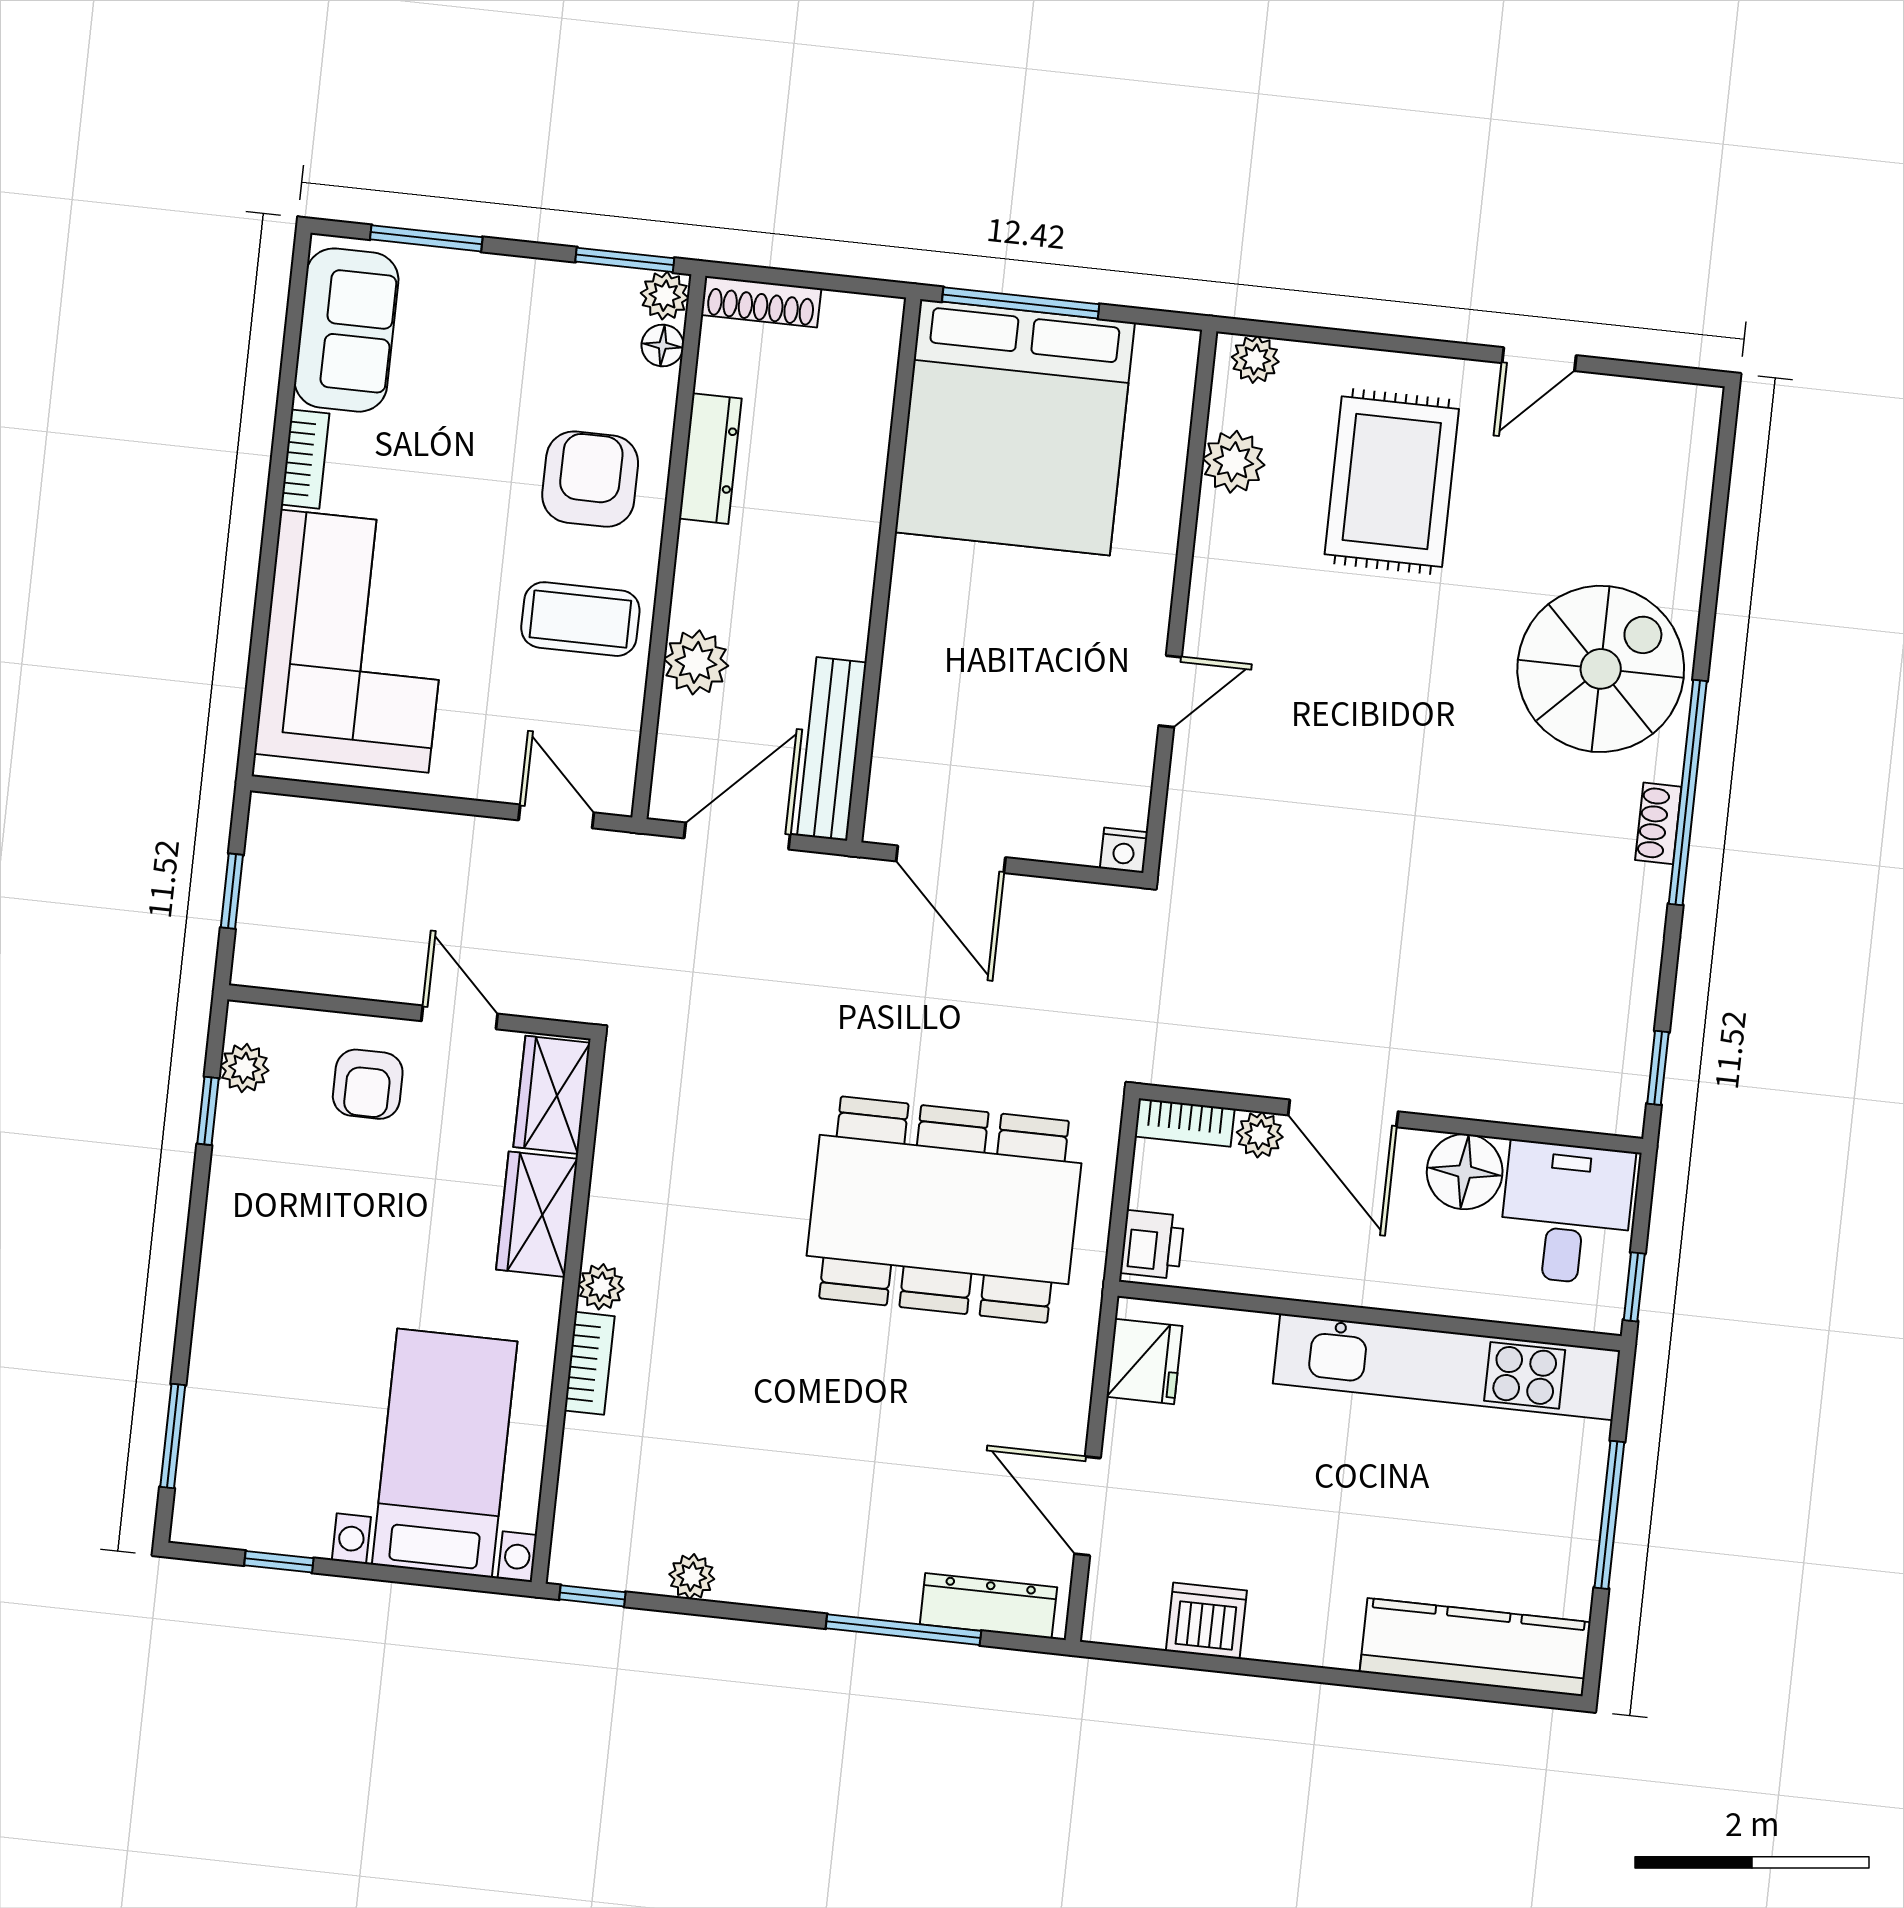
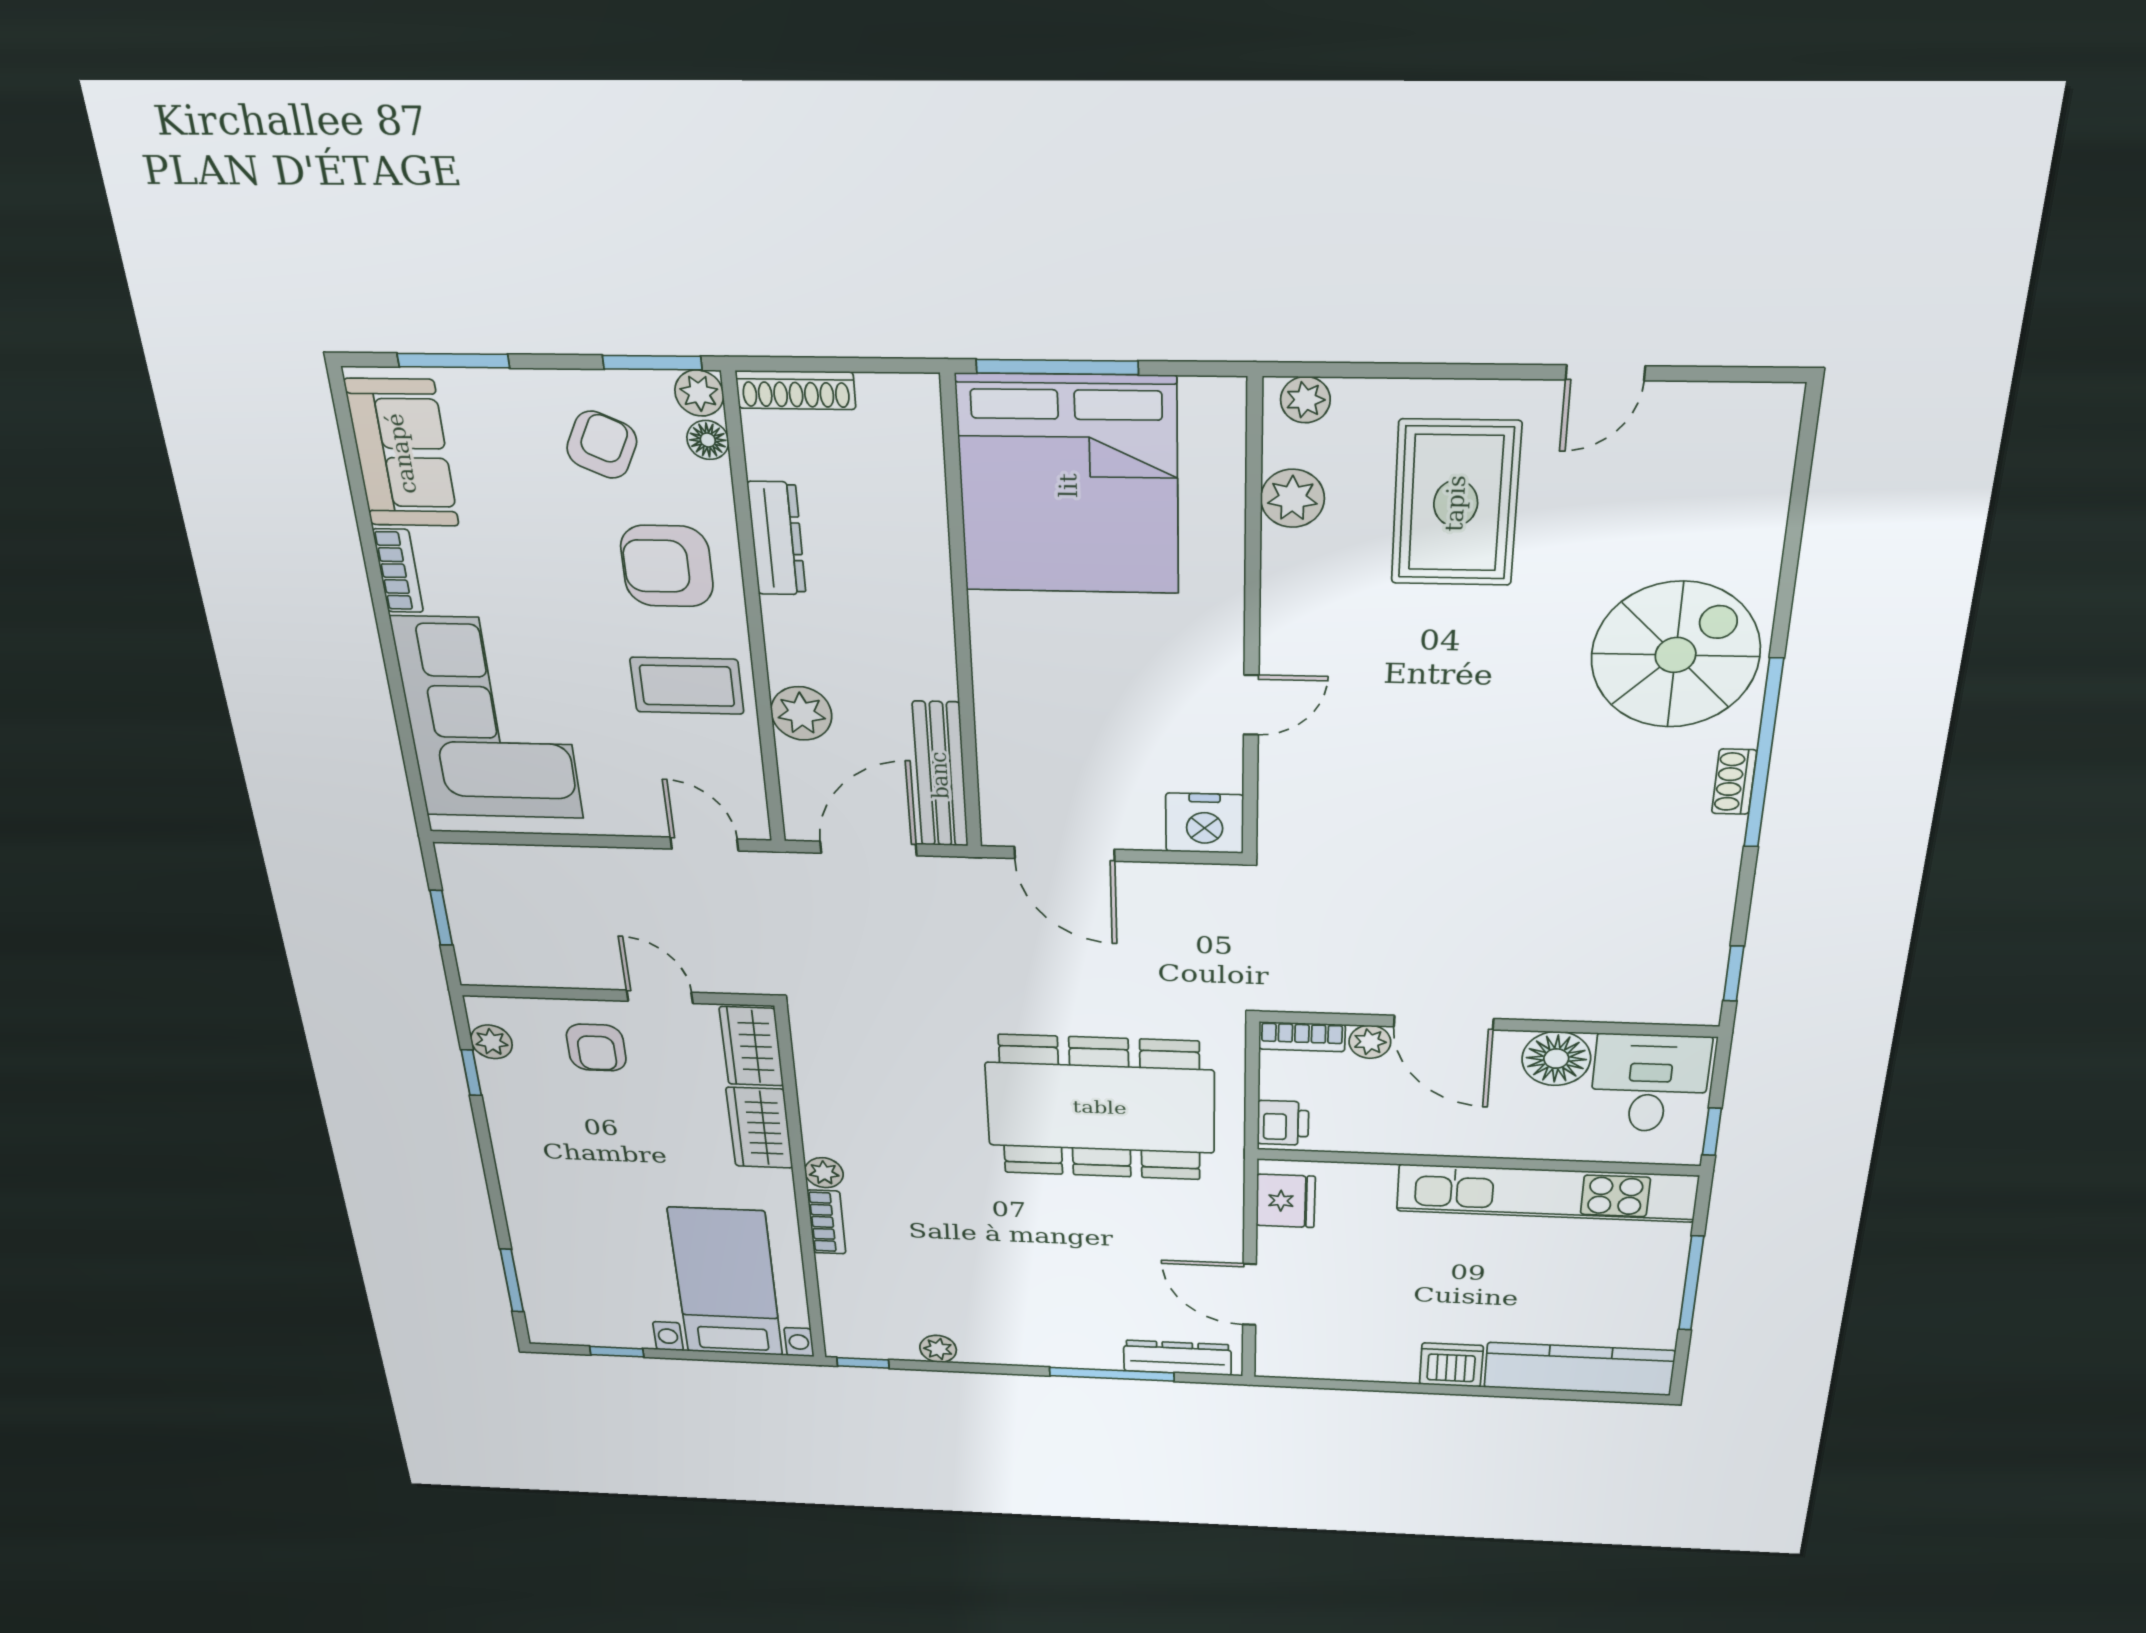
armchair: (554, 340) -> (602, 445), added
armchair: (590, 479) -> (667, 566), turned -90
nightstand: (1124, 850) -> (1205, 823), width x1.89, depth x1.79
dishwasher: (1206, 1621) -> (1451, 1365), moved

